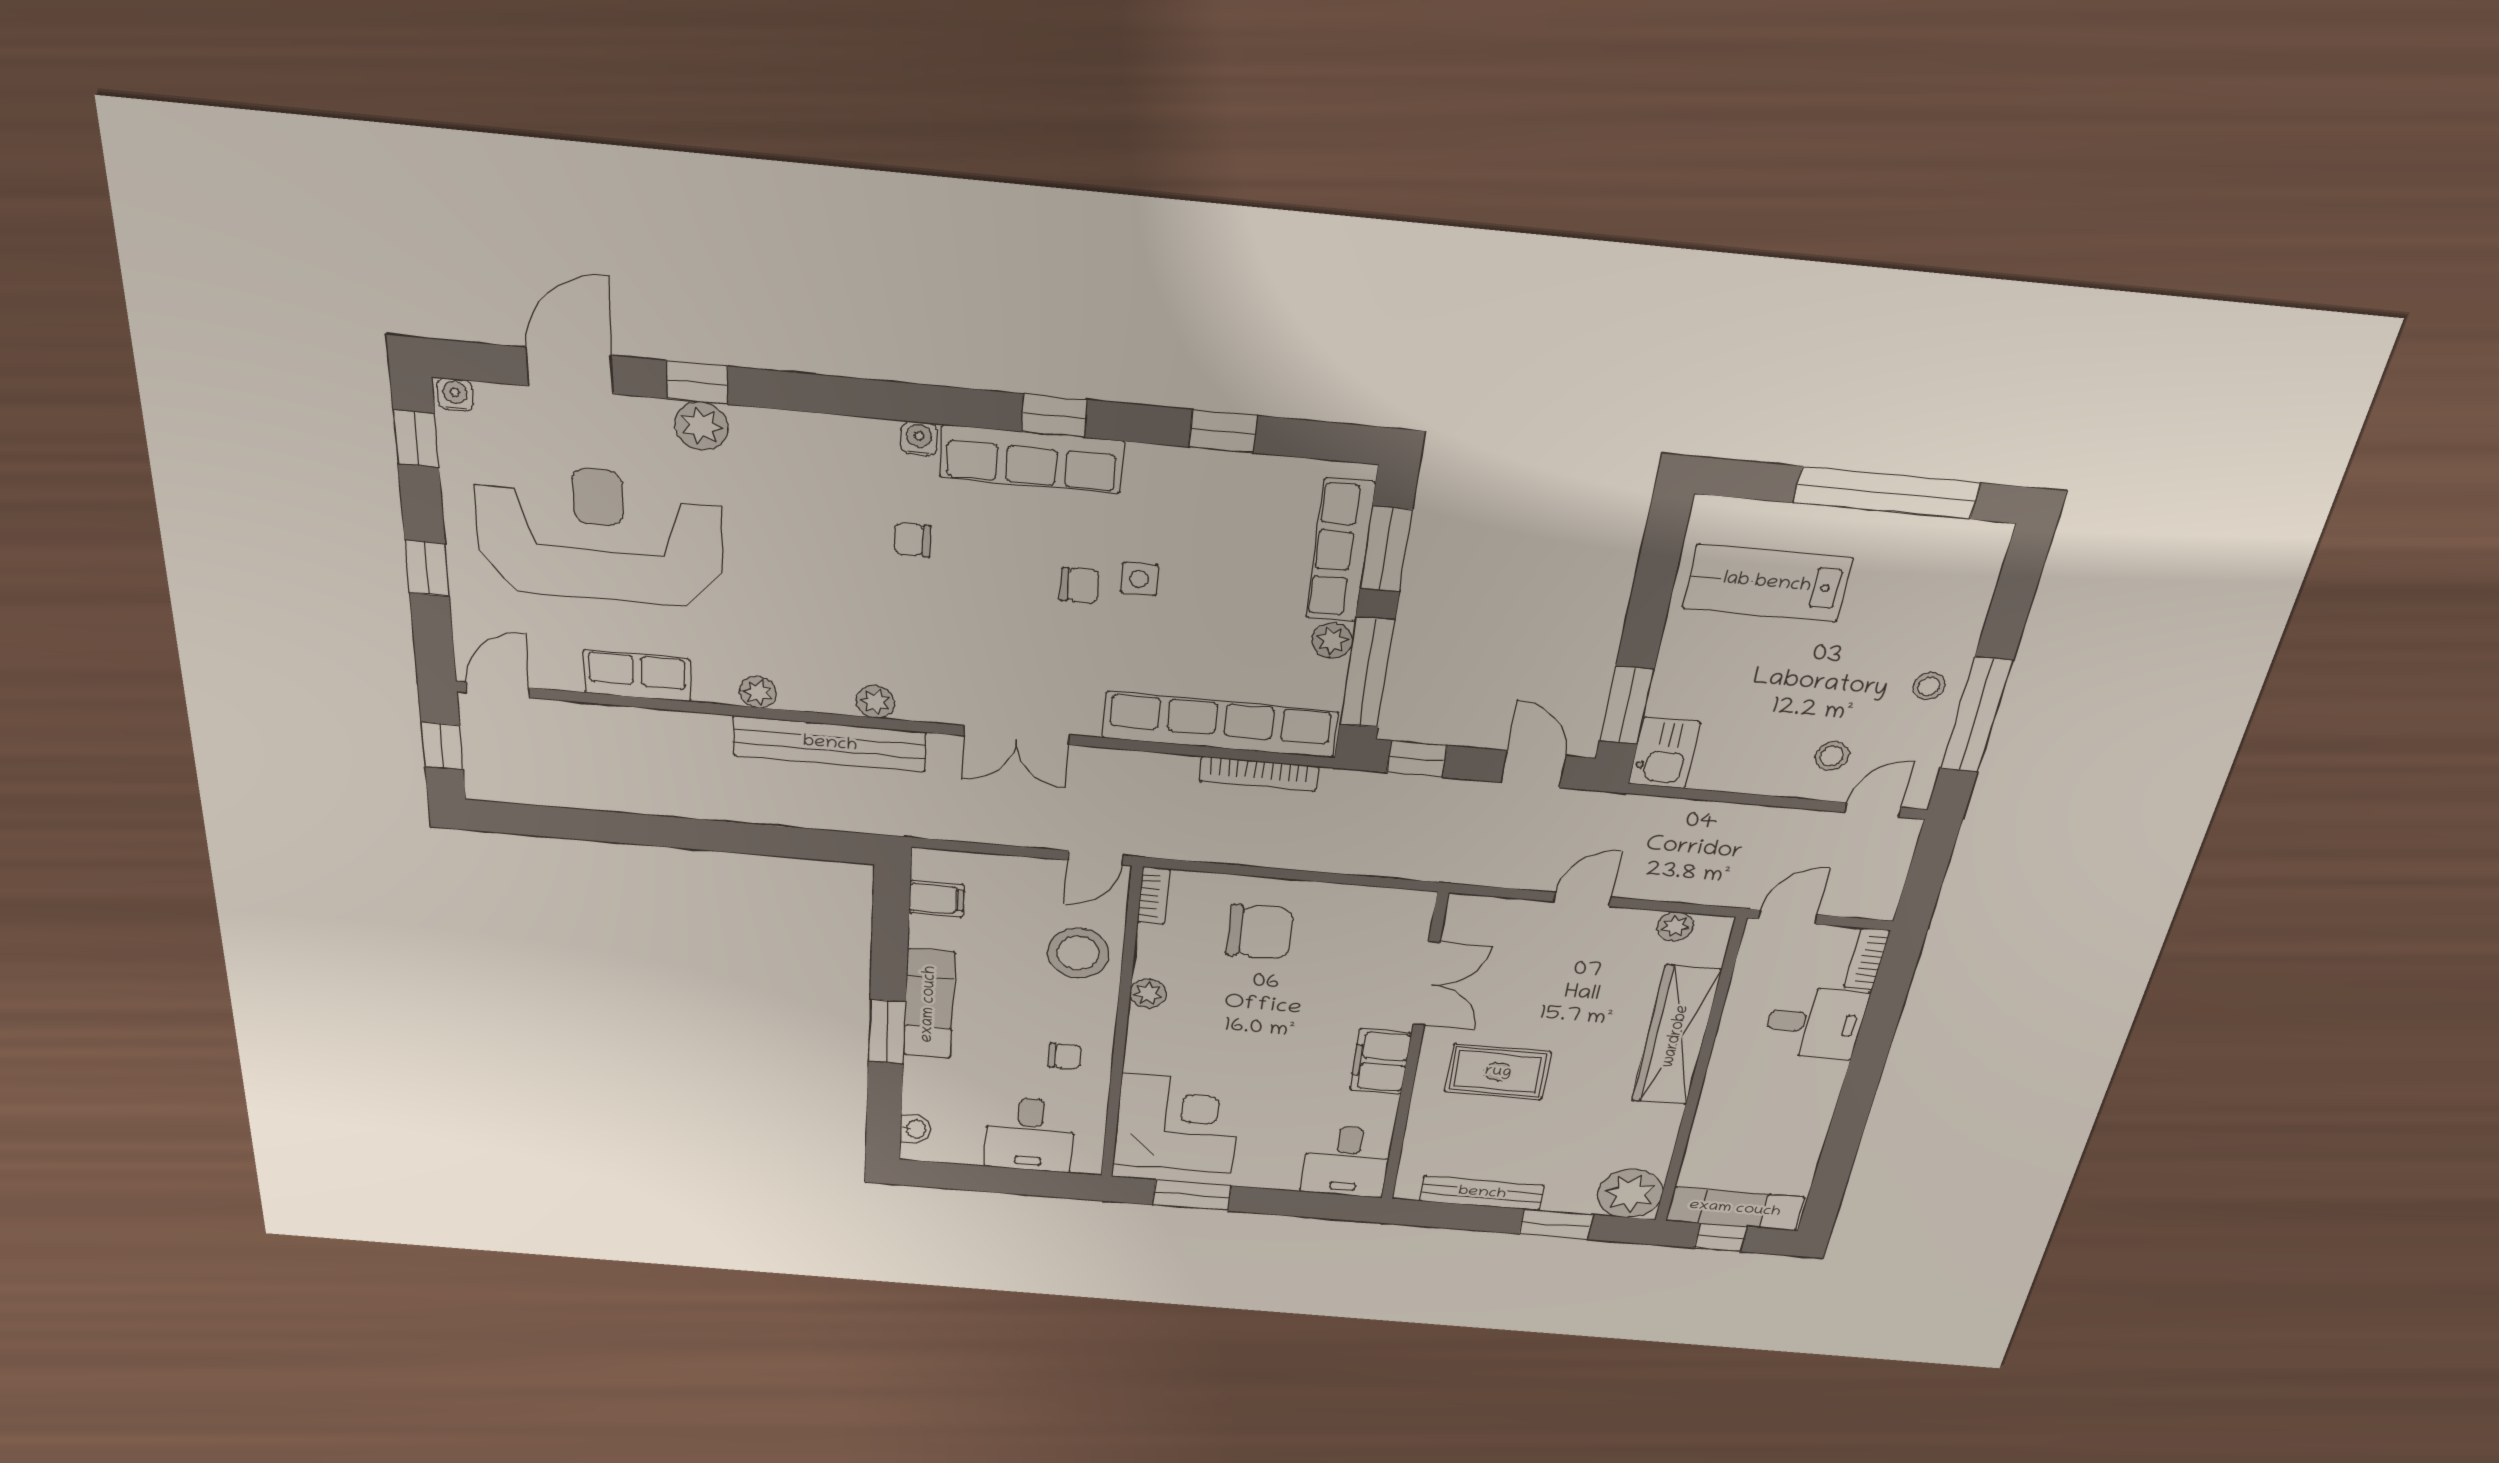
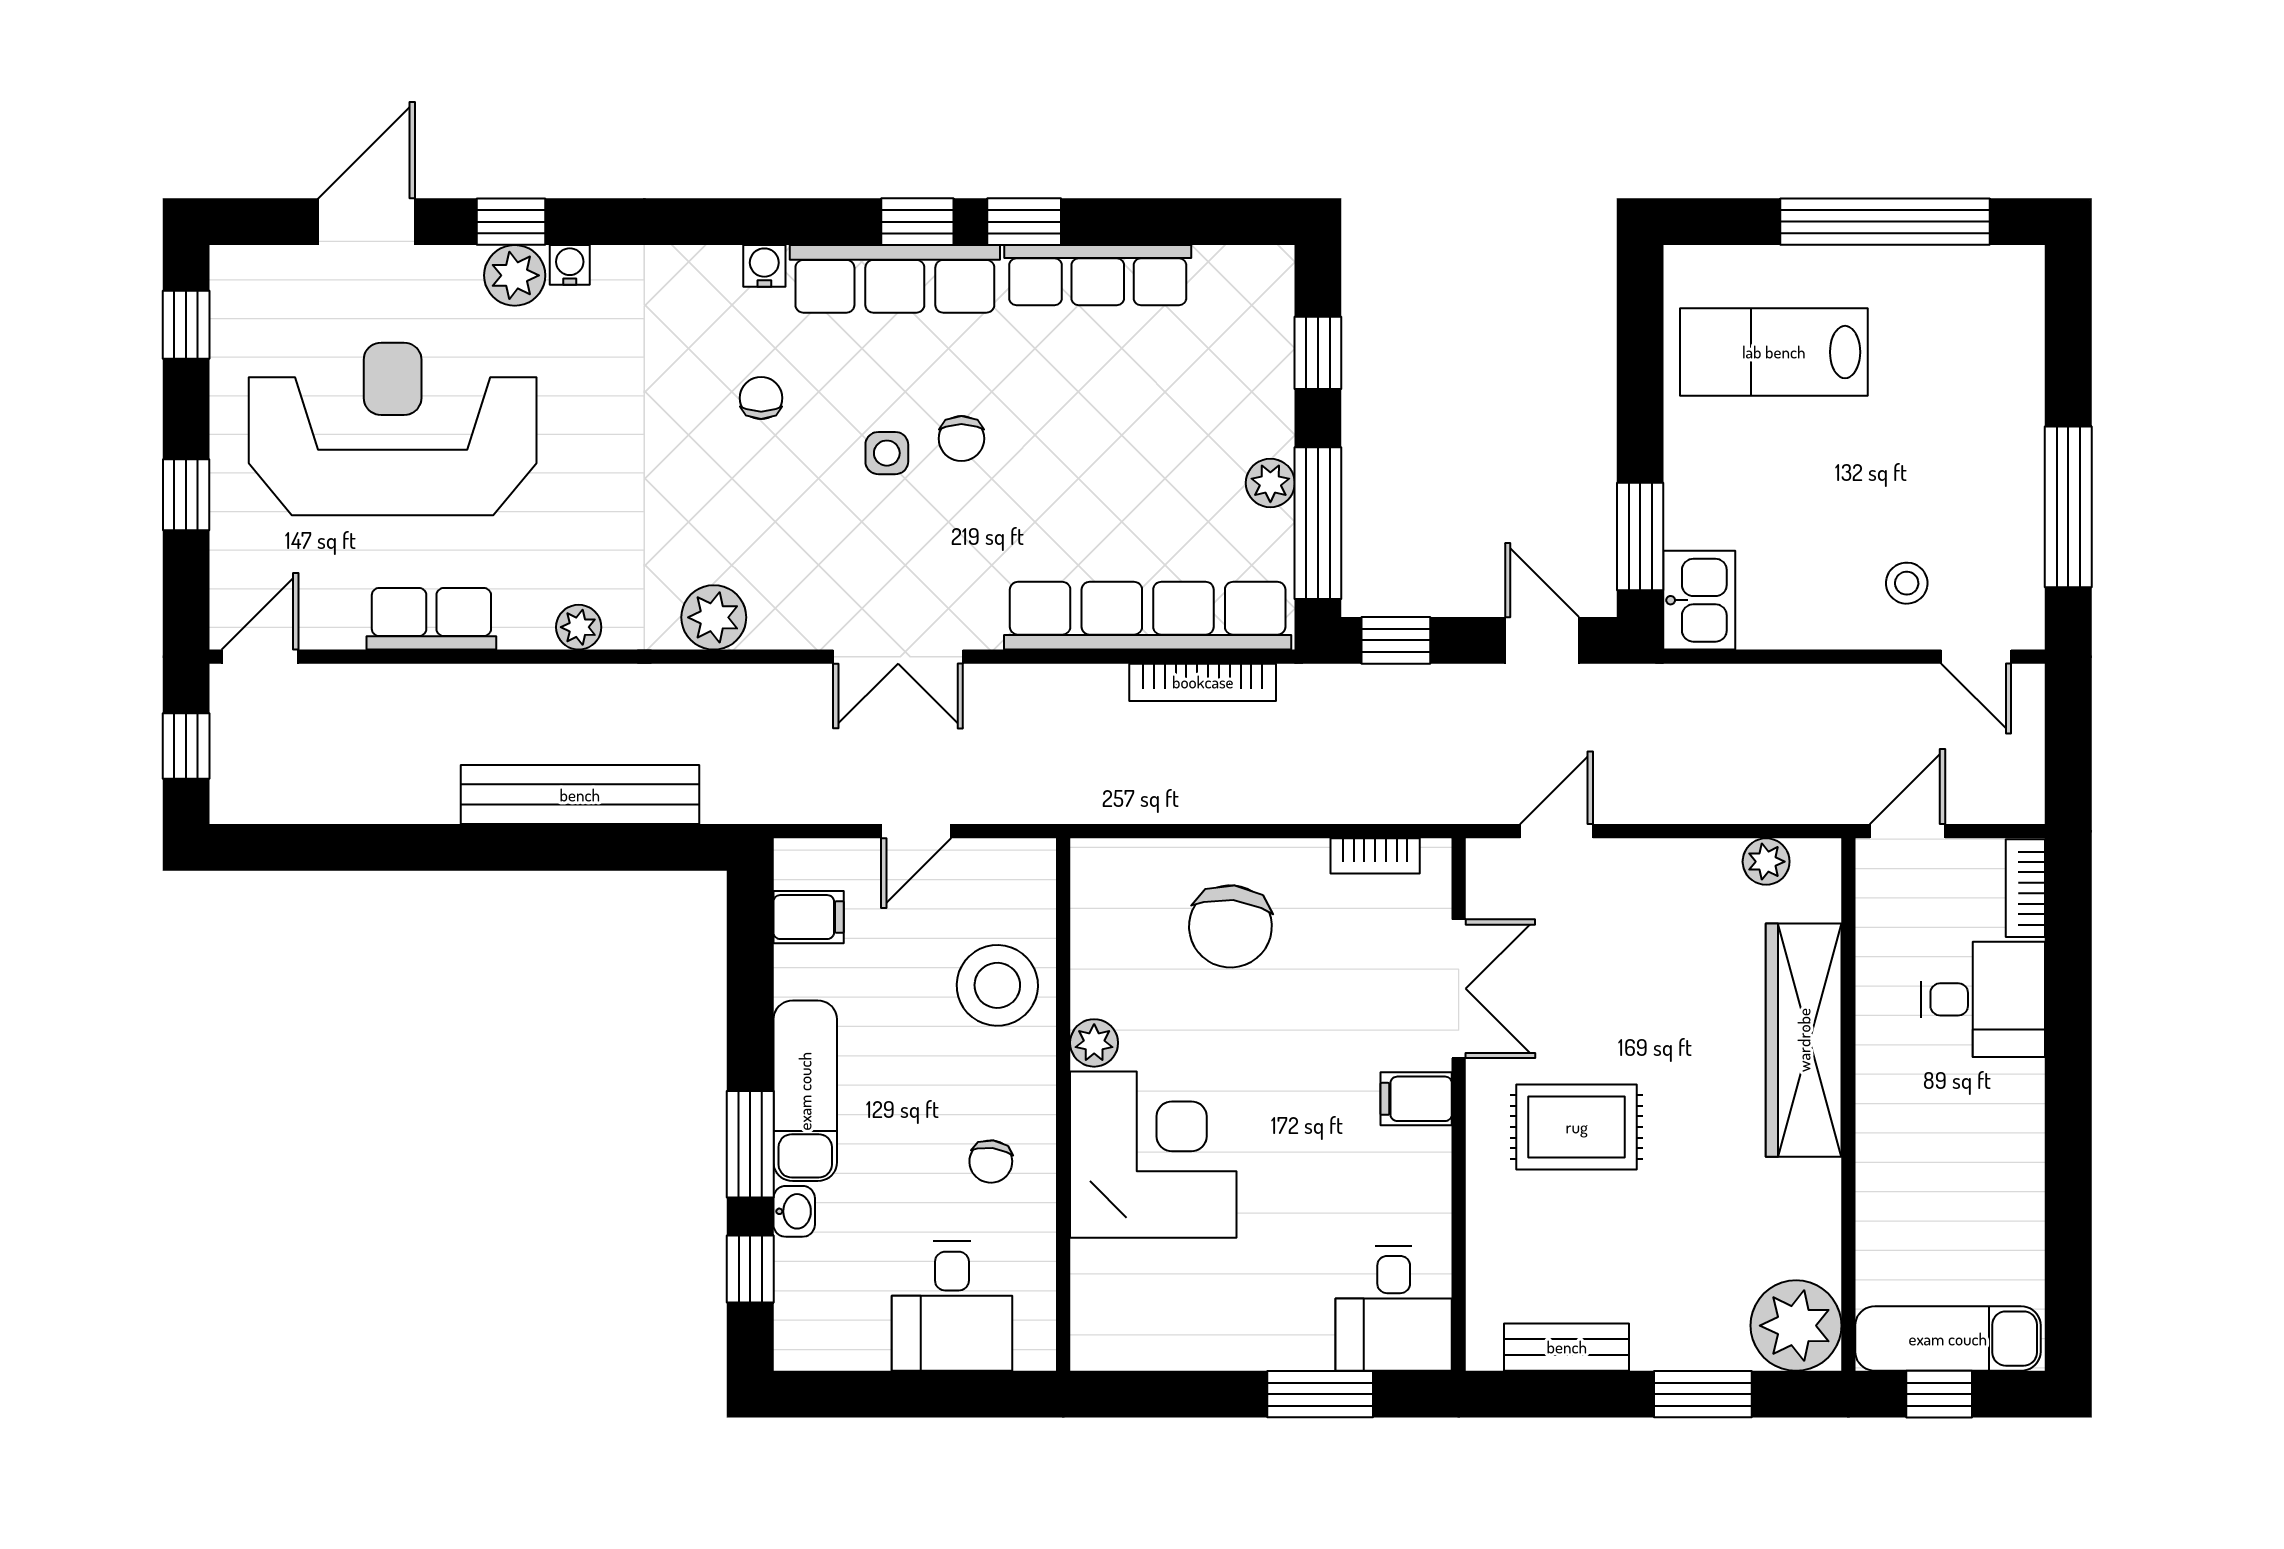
water cooler: (455, 395) -> (570, 265), moved
window: (1223, 431) -> (1024, 222), moved
chair: (913, 540) -> (761, 398), turned 90
window: (1386, 549) -> (1318, 353), width x0.67
row of seats: (1340, 551) -> (1098, 275), moved, turned -90
side table: (1139, 579) -> (887, 453), moved
chair: (1080, 585) -> (961, 439), turned 90
stool: (1929, 686) -> (2000, 472), removed
plant: (875, 702) -> (714, 617), width x1.38, depth x1.38
bench: (830, 744) -> (580, 795), moved
door: (1873, 810) -> (1976, 657), swing flipped
door: (1095, 858) -> (916, 831), moved
bookcase: (1154, 895) -> (1375, 856), moved, turned 90
door: (1582, 899) -> (1557, 831), moved
chair: (1260, 932) -> (1230, 926), turned 96
chair: (1065, 1056) -> (991, 1162), turned 97
filing cabinet: (1380, 1061) -> (1416, 1099), width x0.50
window: (884, 1102) -> (750, 1269), added
corner desk: (1177, 1123) -> (1153, 1155), moved
washbasin: (915, 1129) -> (794, 1211), moved
bench: (1482, 1193) -> (1567, 1347), width x0.73
window: (1192, 1195) -> (1320, 1394), moved

